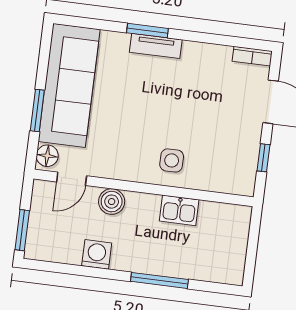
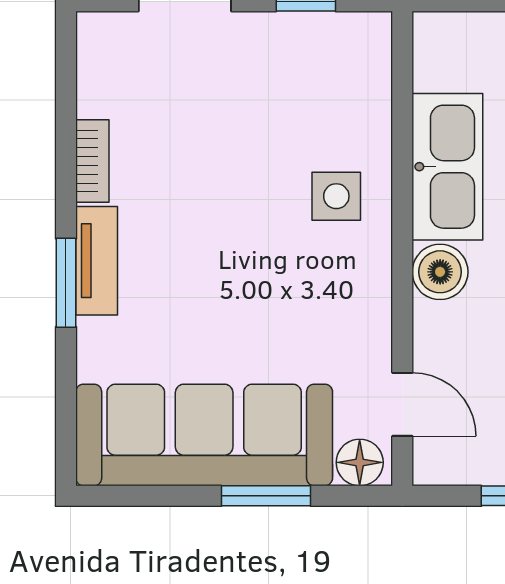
bookcase: (252, 56) -> (92, 161), moved
boiler: (112, 202) -> (440, 272), moved
kitchen sink: (179, 210) -> (447, 167), width x1.88, depth x1.24

